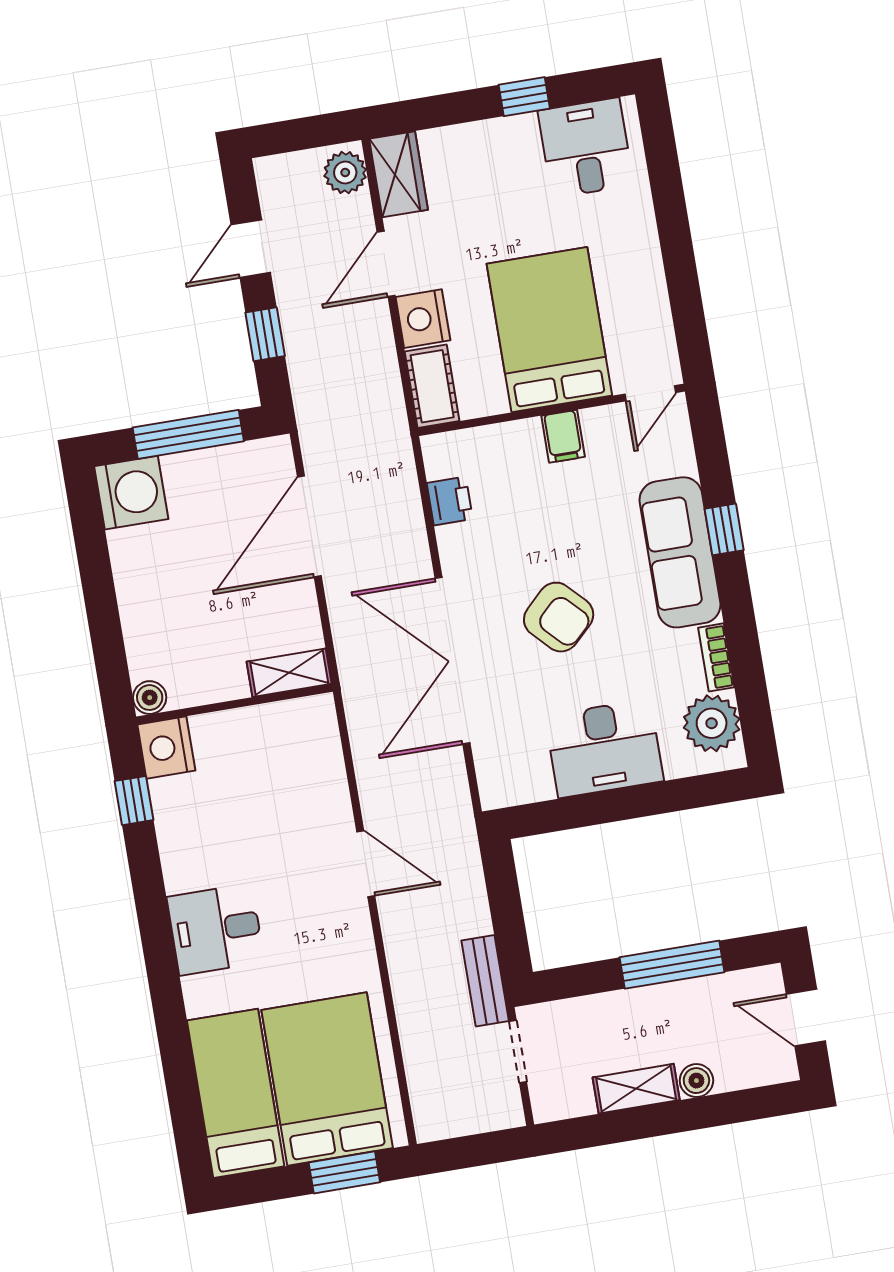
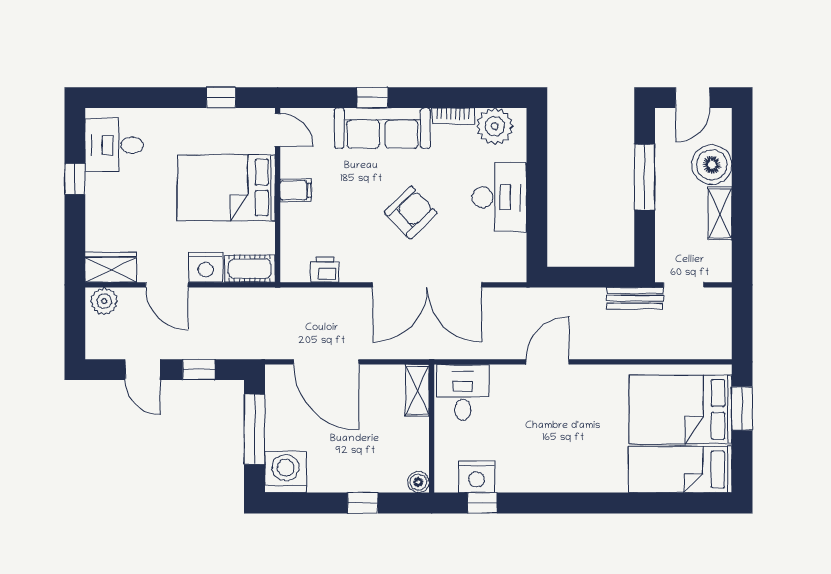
window: (685, 299) -> (221, 98), added
window: (104, 618) -> (363, 503), added
nightstand: (166, 748) -> (476, 477), moved
desk: (216, 929) -> (463, 392), moved, turned 180
boiler: (696, 1081) -> (712, 165), width x1.86, depth x1.86

